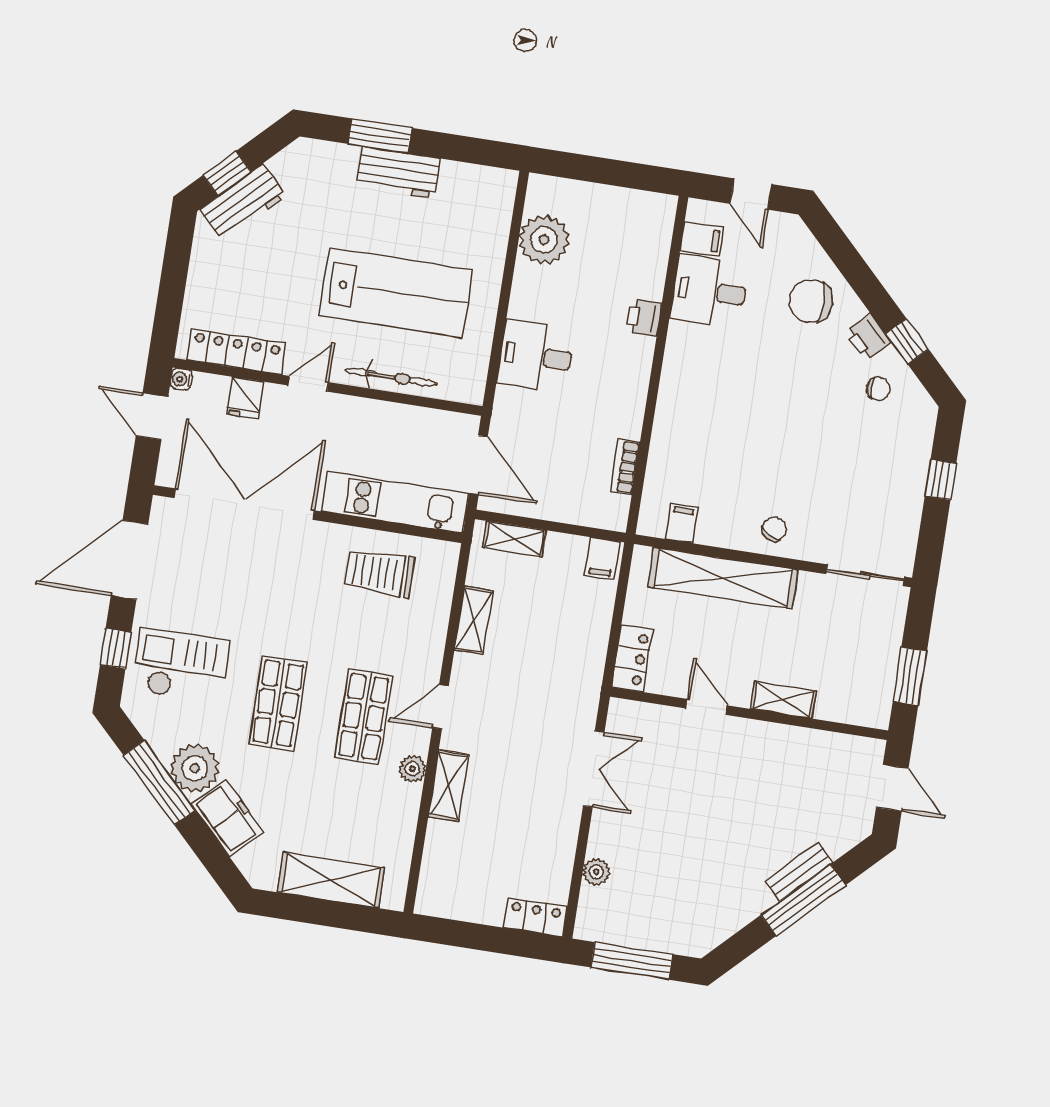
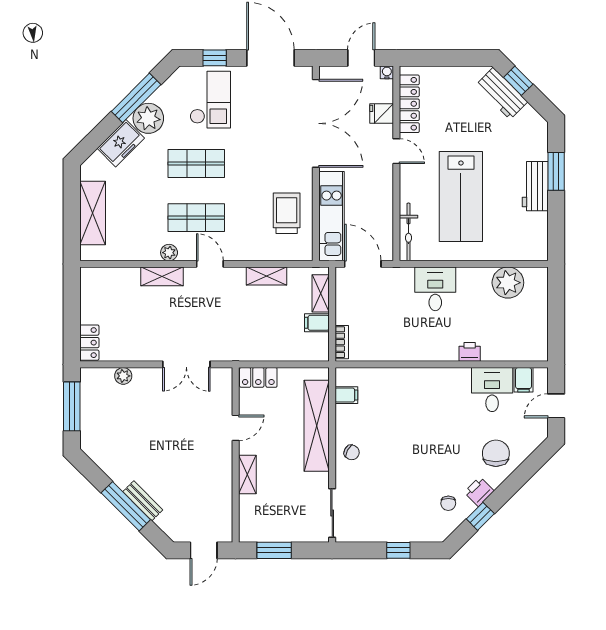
bicycle: (391, 377) -> (409, 232), moved
door: (478, 465) -> (363, 264), swing flipped
bookcase: (625, 467) -> (342, 342), moved, turned 90
filing cabinet: (602, 559) -> (317, 323), moved

